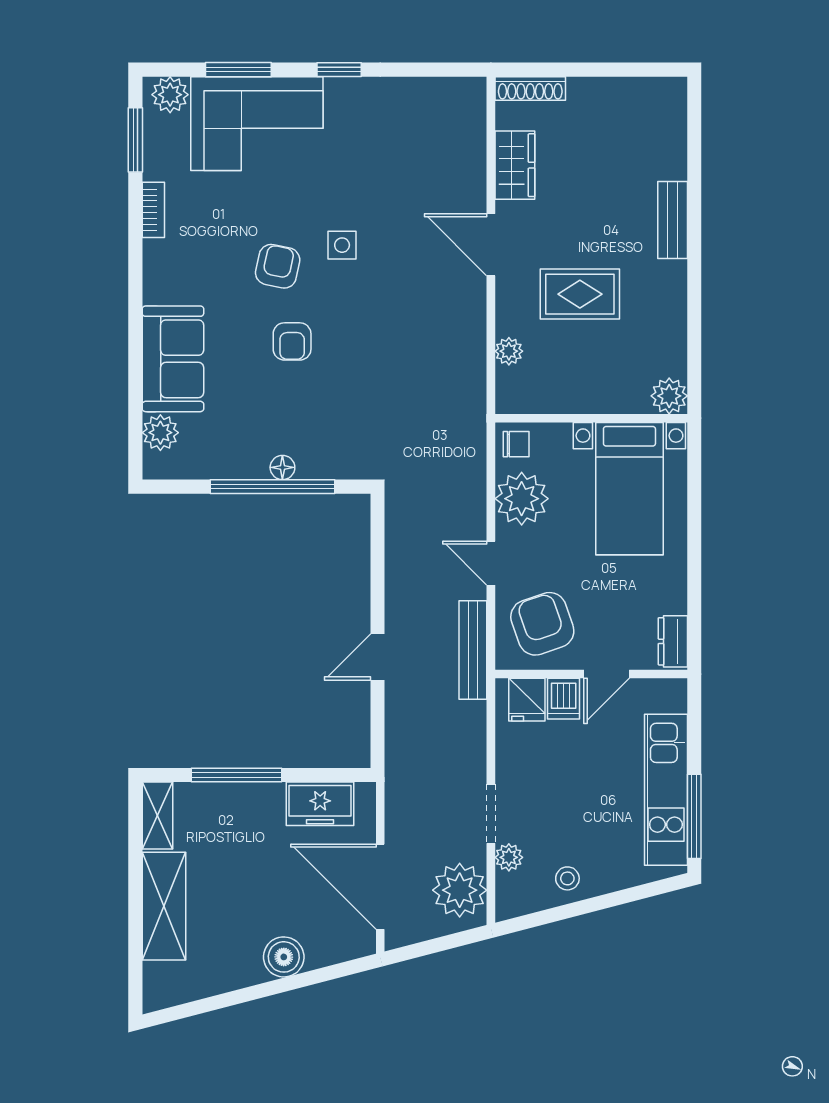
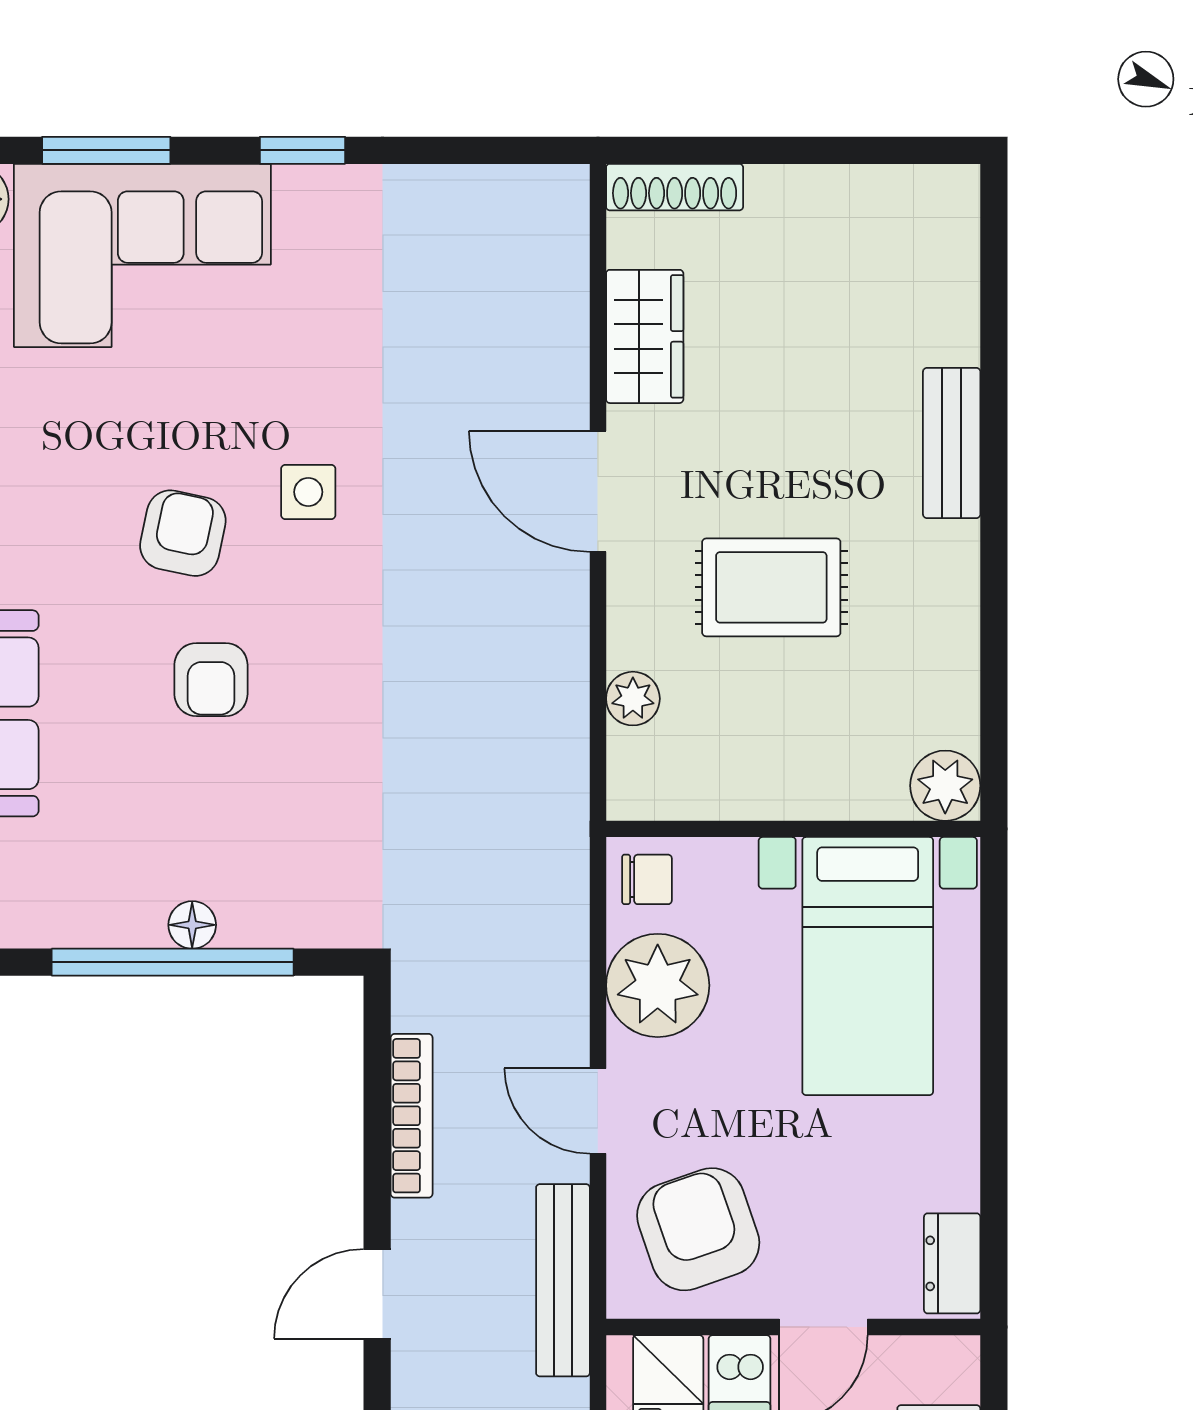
bookcase: (395, 566) -> (412, 1116), added

